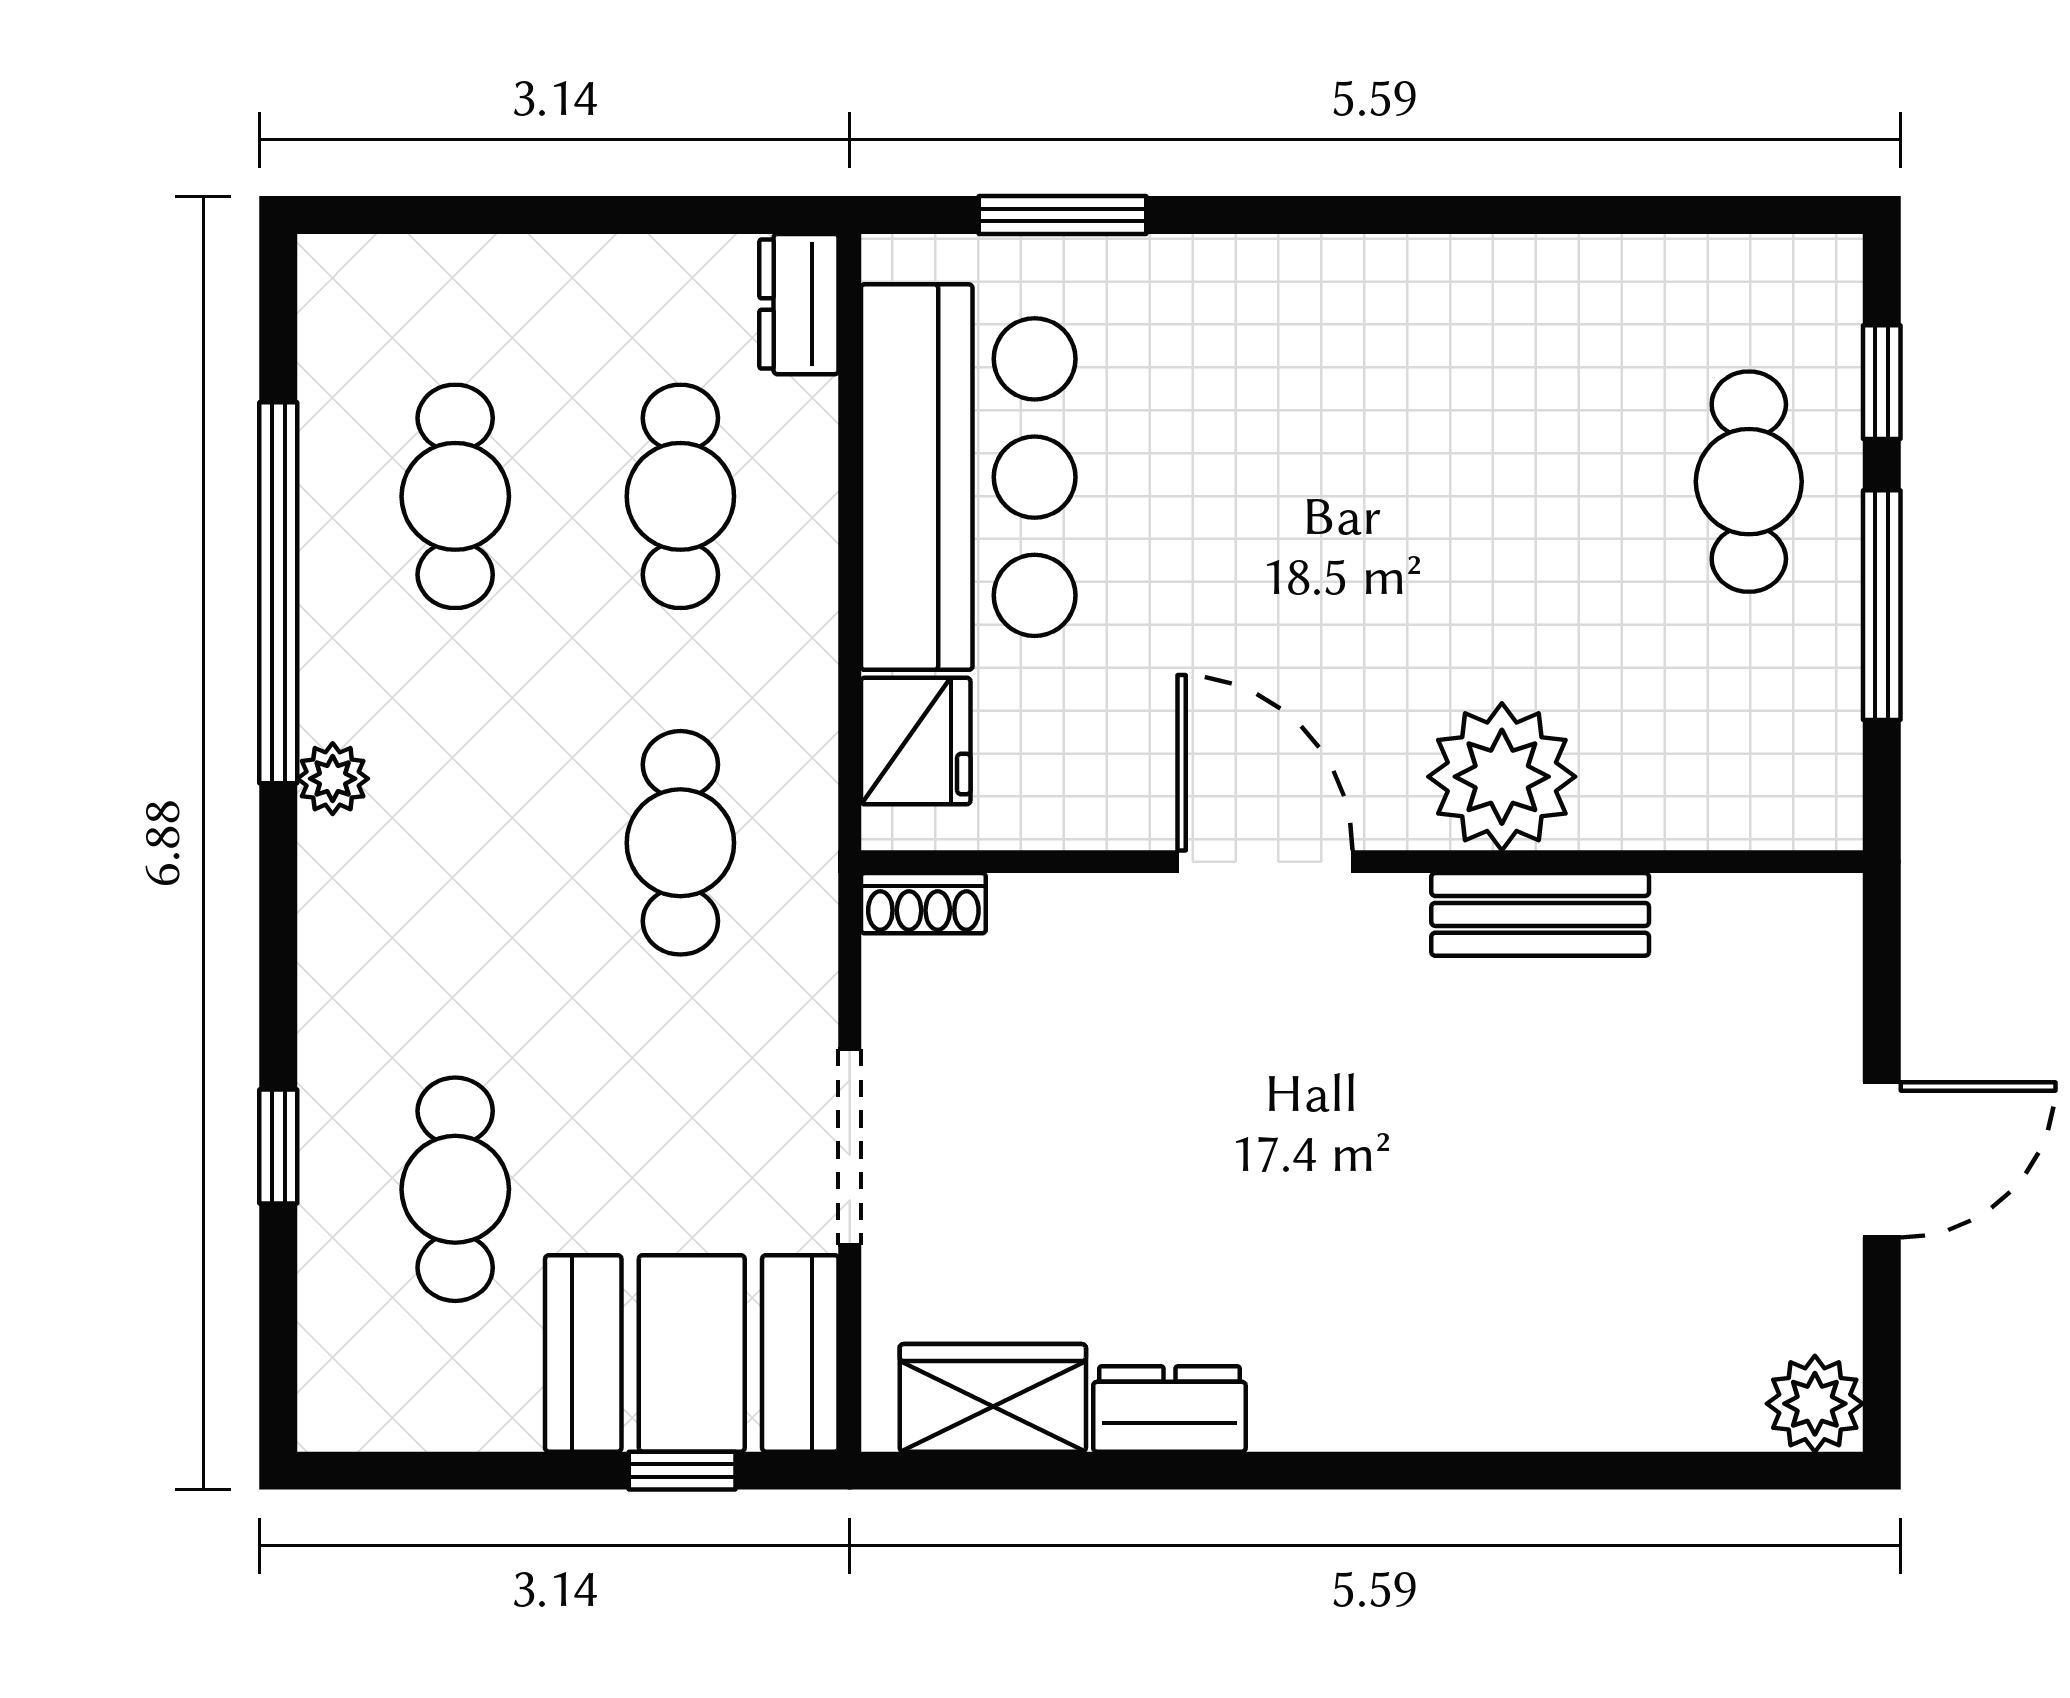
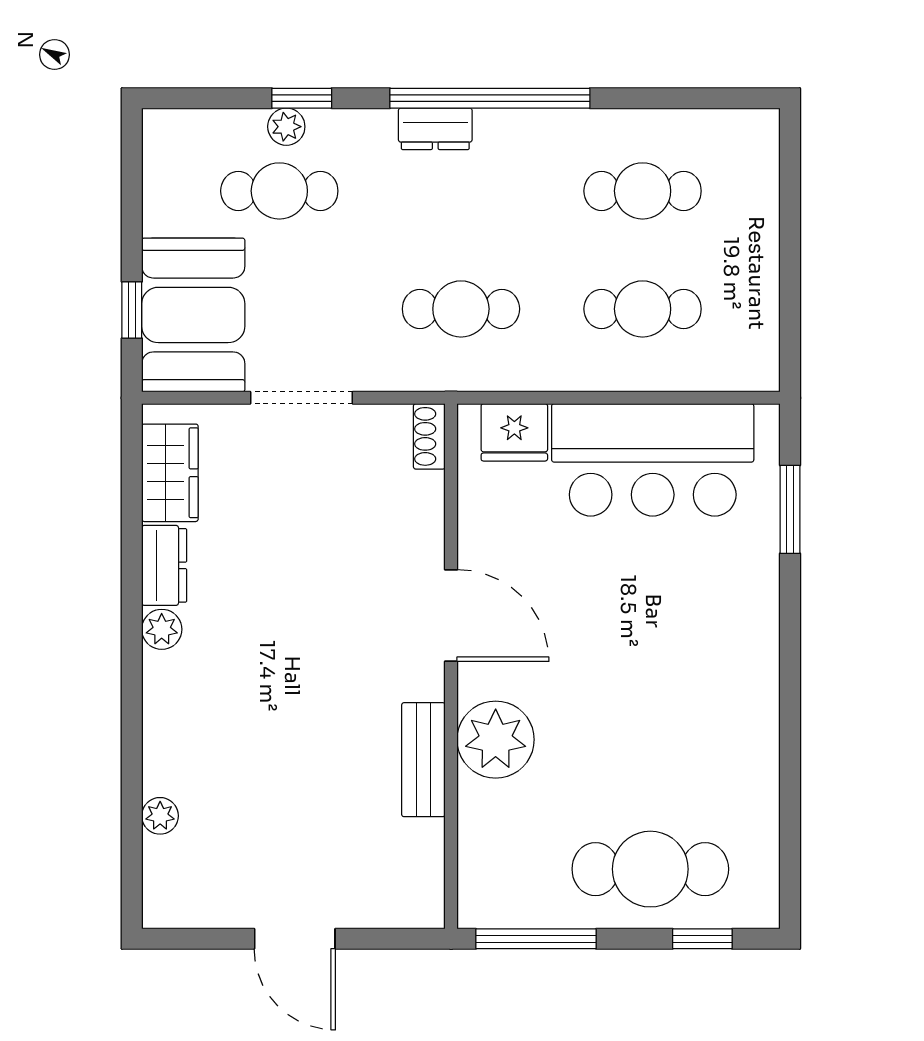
dresser: (799, 304) -> (435, 129), moved, turned 180
cafe table: (1749, 482) -> (650, 869), width x1.37, depth x1.35
window: (278, 593) -> (490, 98), moved
window: (1882, 605) -> (536, 939), moved
plant: (333, 779) -> (286, 127), moved
door: (1265, 862) -> (451, 615), hinge flipped
plant: (1815, 1404) -> (160, 816), moved, width x0.73, depth x0.73
plant: (1291, 1414) -> (162, 629), added

